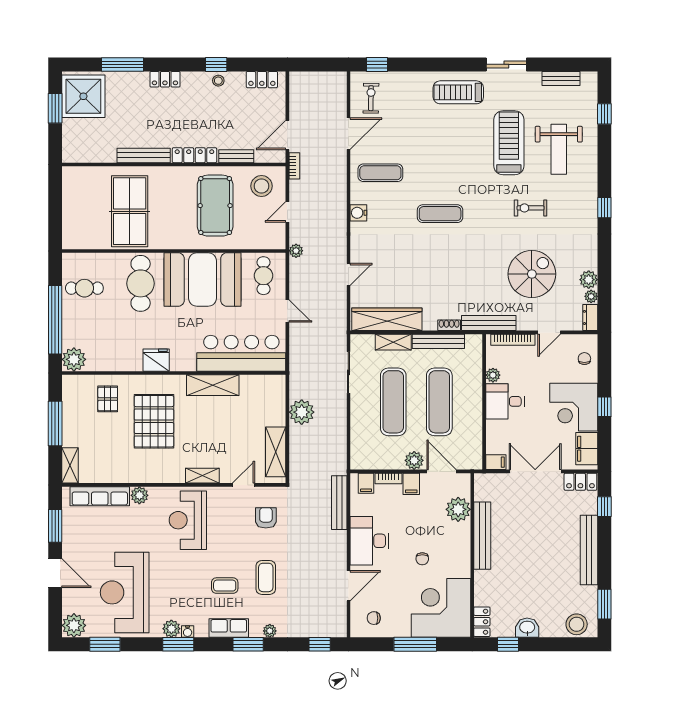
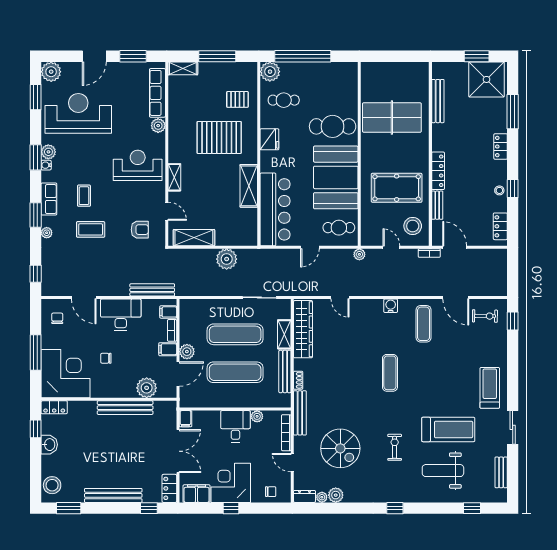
bench: (144, 155) -> (438, 101), moved
cafe table: (84, 288) -> (284, 100), moved, turned 90

